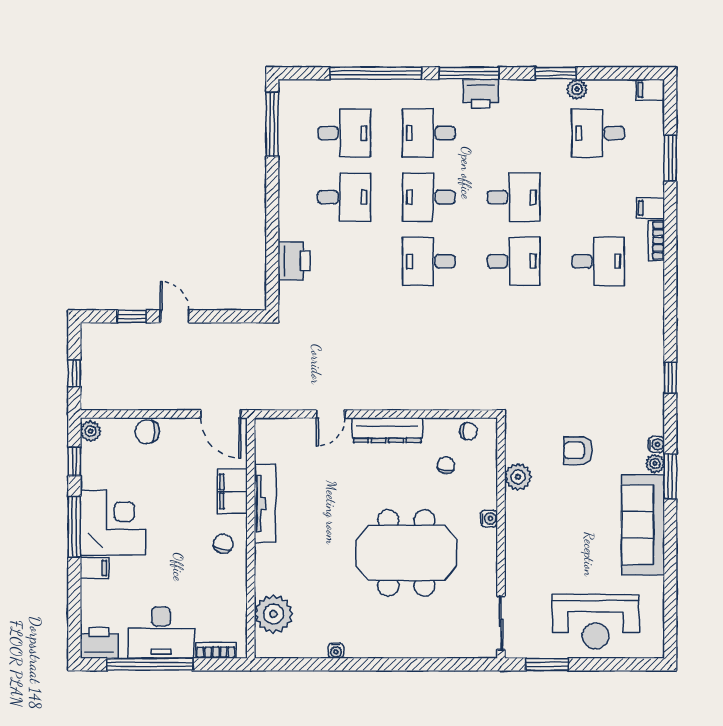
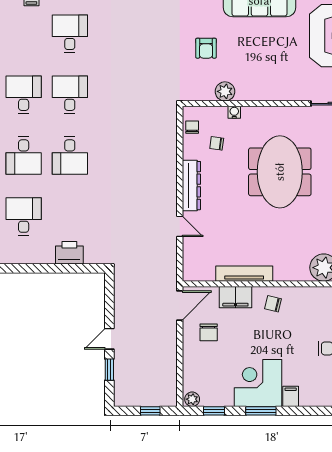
chair: (147, 432) -> (209, 332), moved
water cooler: (489, 518) -> (234, 112), moved
window: (74, 527) -> (261, 411), width x0.69

